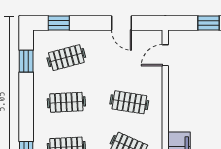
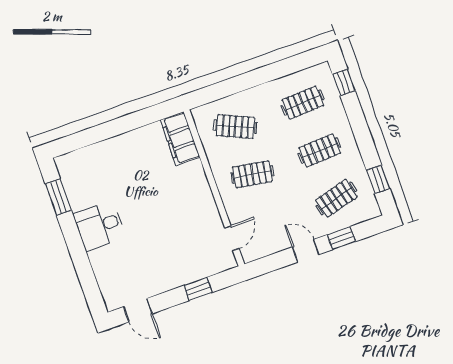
window: (59, 23) -> (341, 238), moved
door: (121, 23) -> (306, 251), moved

